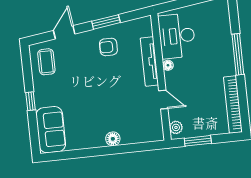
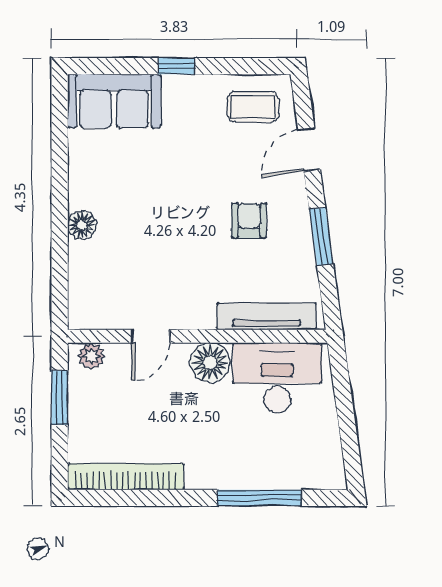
door: (64, 32) -> (309, 149), swing flipped
armchair: (108, 47) -> (249, 220), moved
window: (238, 54) -> (259, 498), moved
tv unit: (149, 61) -> (266, 316), moved
floor lamp: (168, 65) -> (210, 363), width x1.89, depth x1.89

